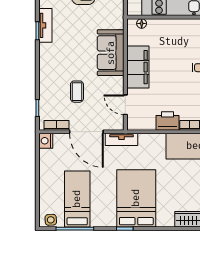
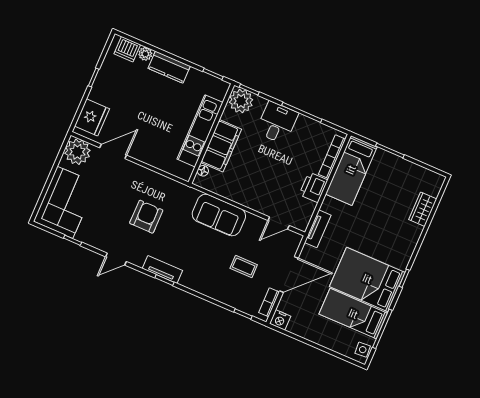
filing cabinet: (138, 67) -> (221, 146), moved, turned 90
tv unit: (122, 139) -> (318, 229), moved
bed: (136, 198) -> (367, 279), moved

